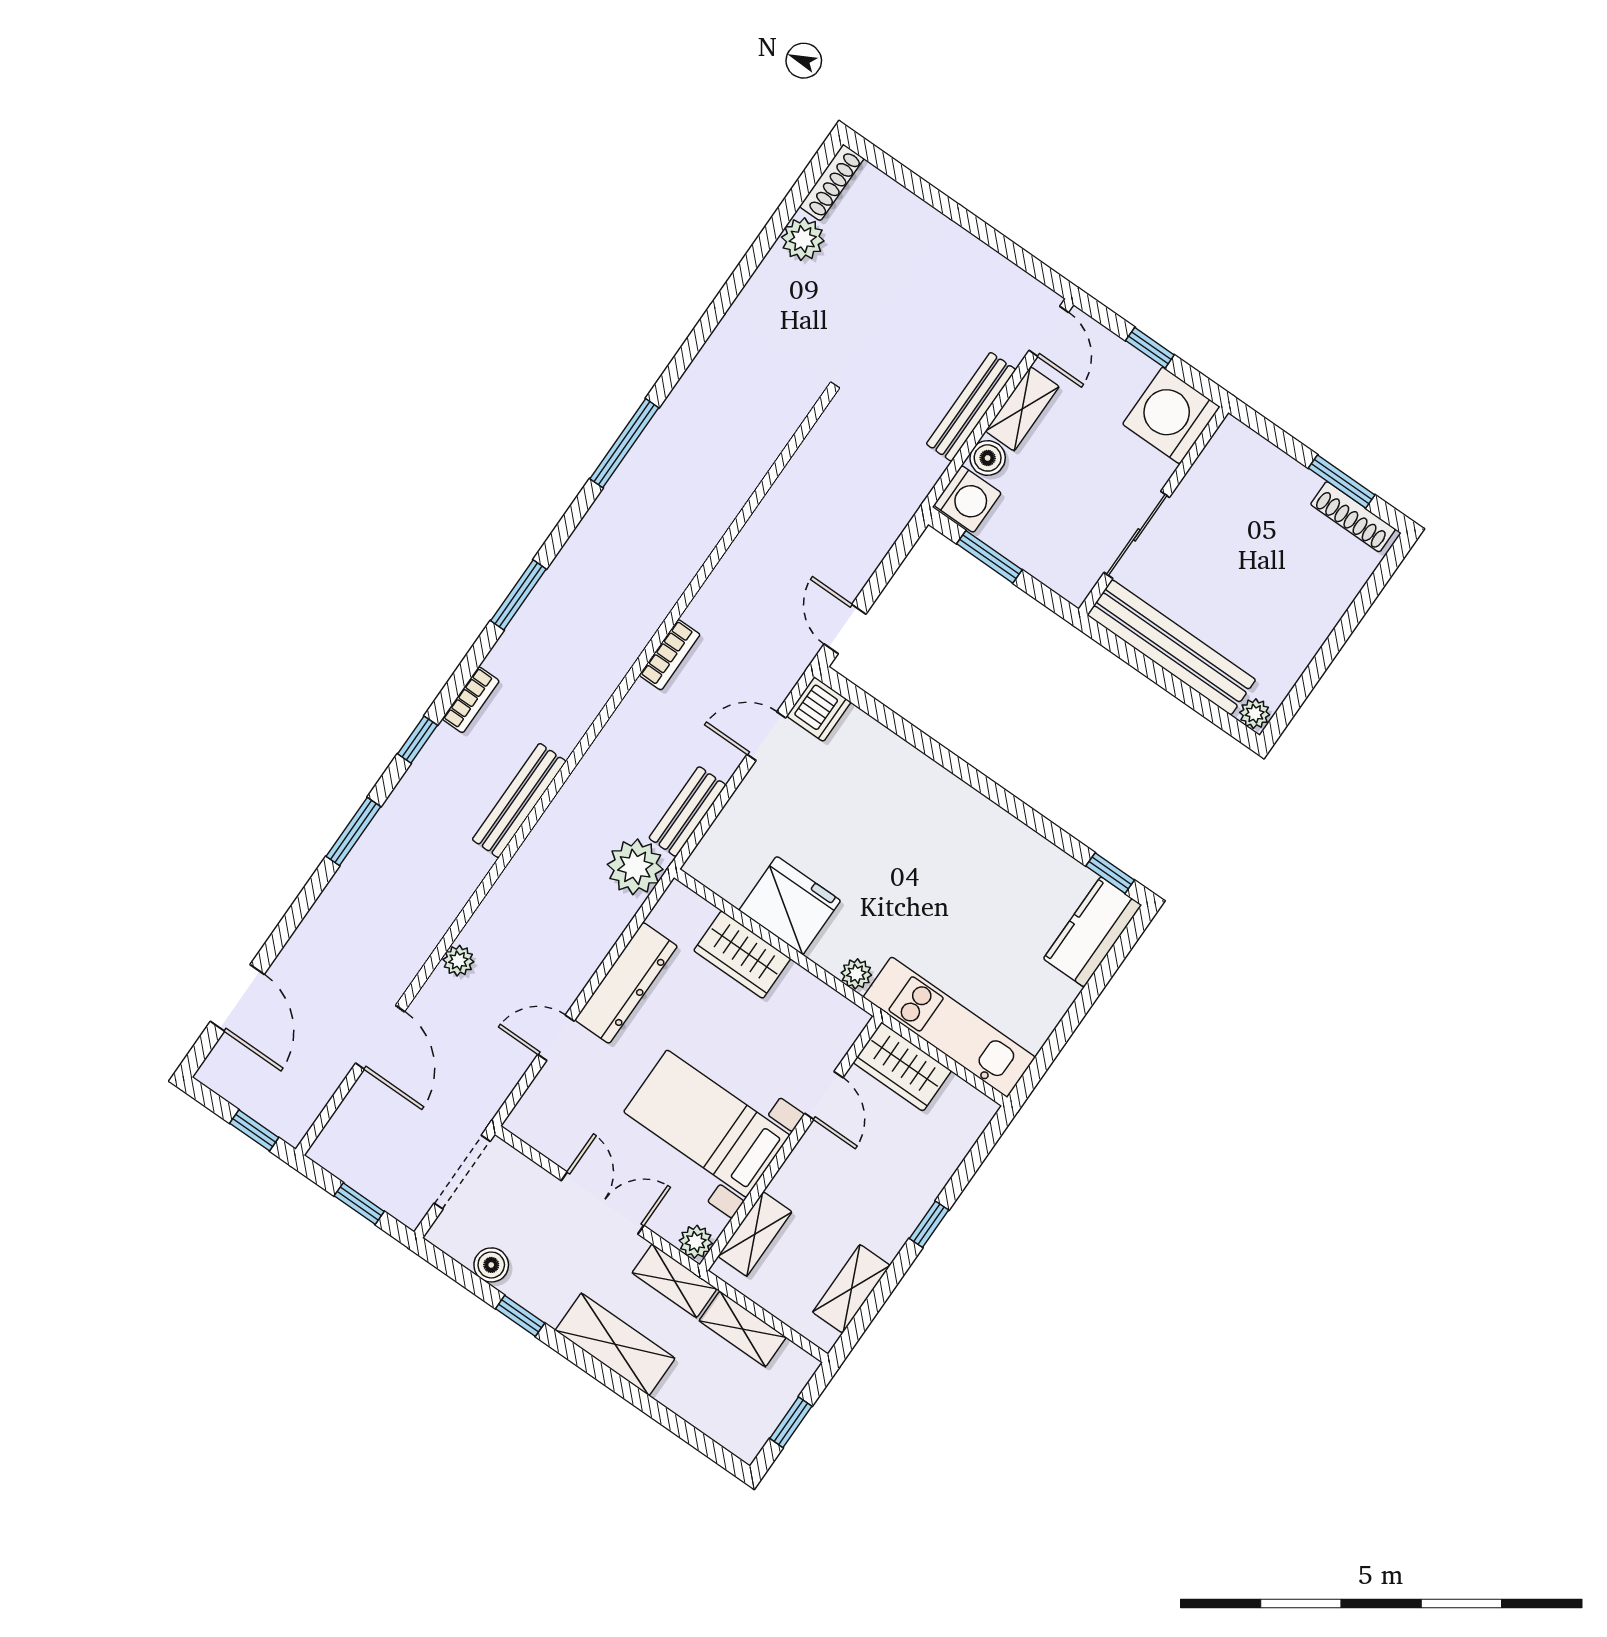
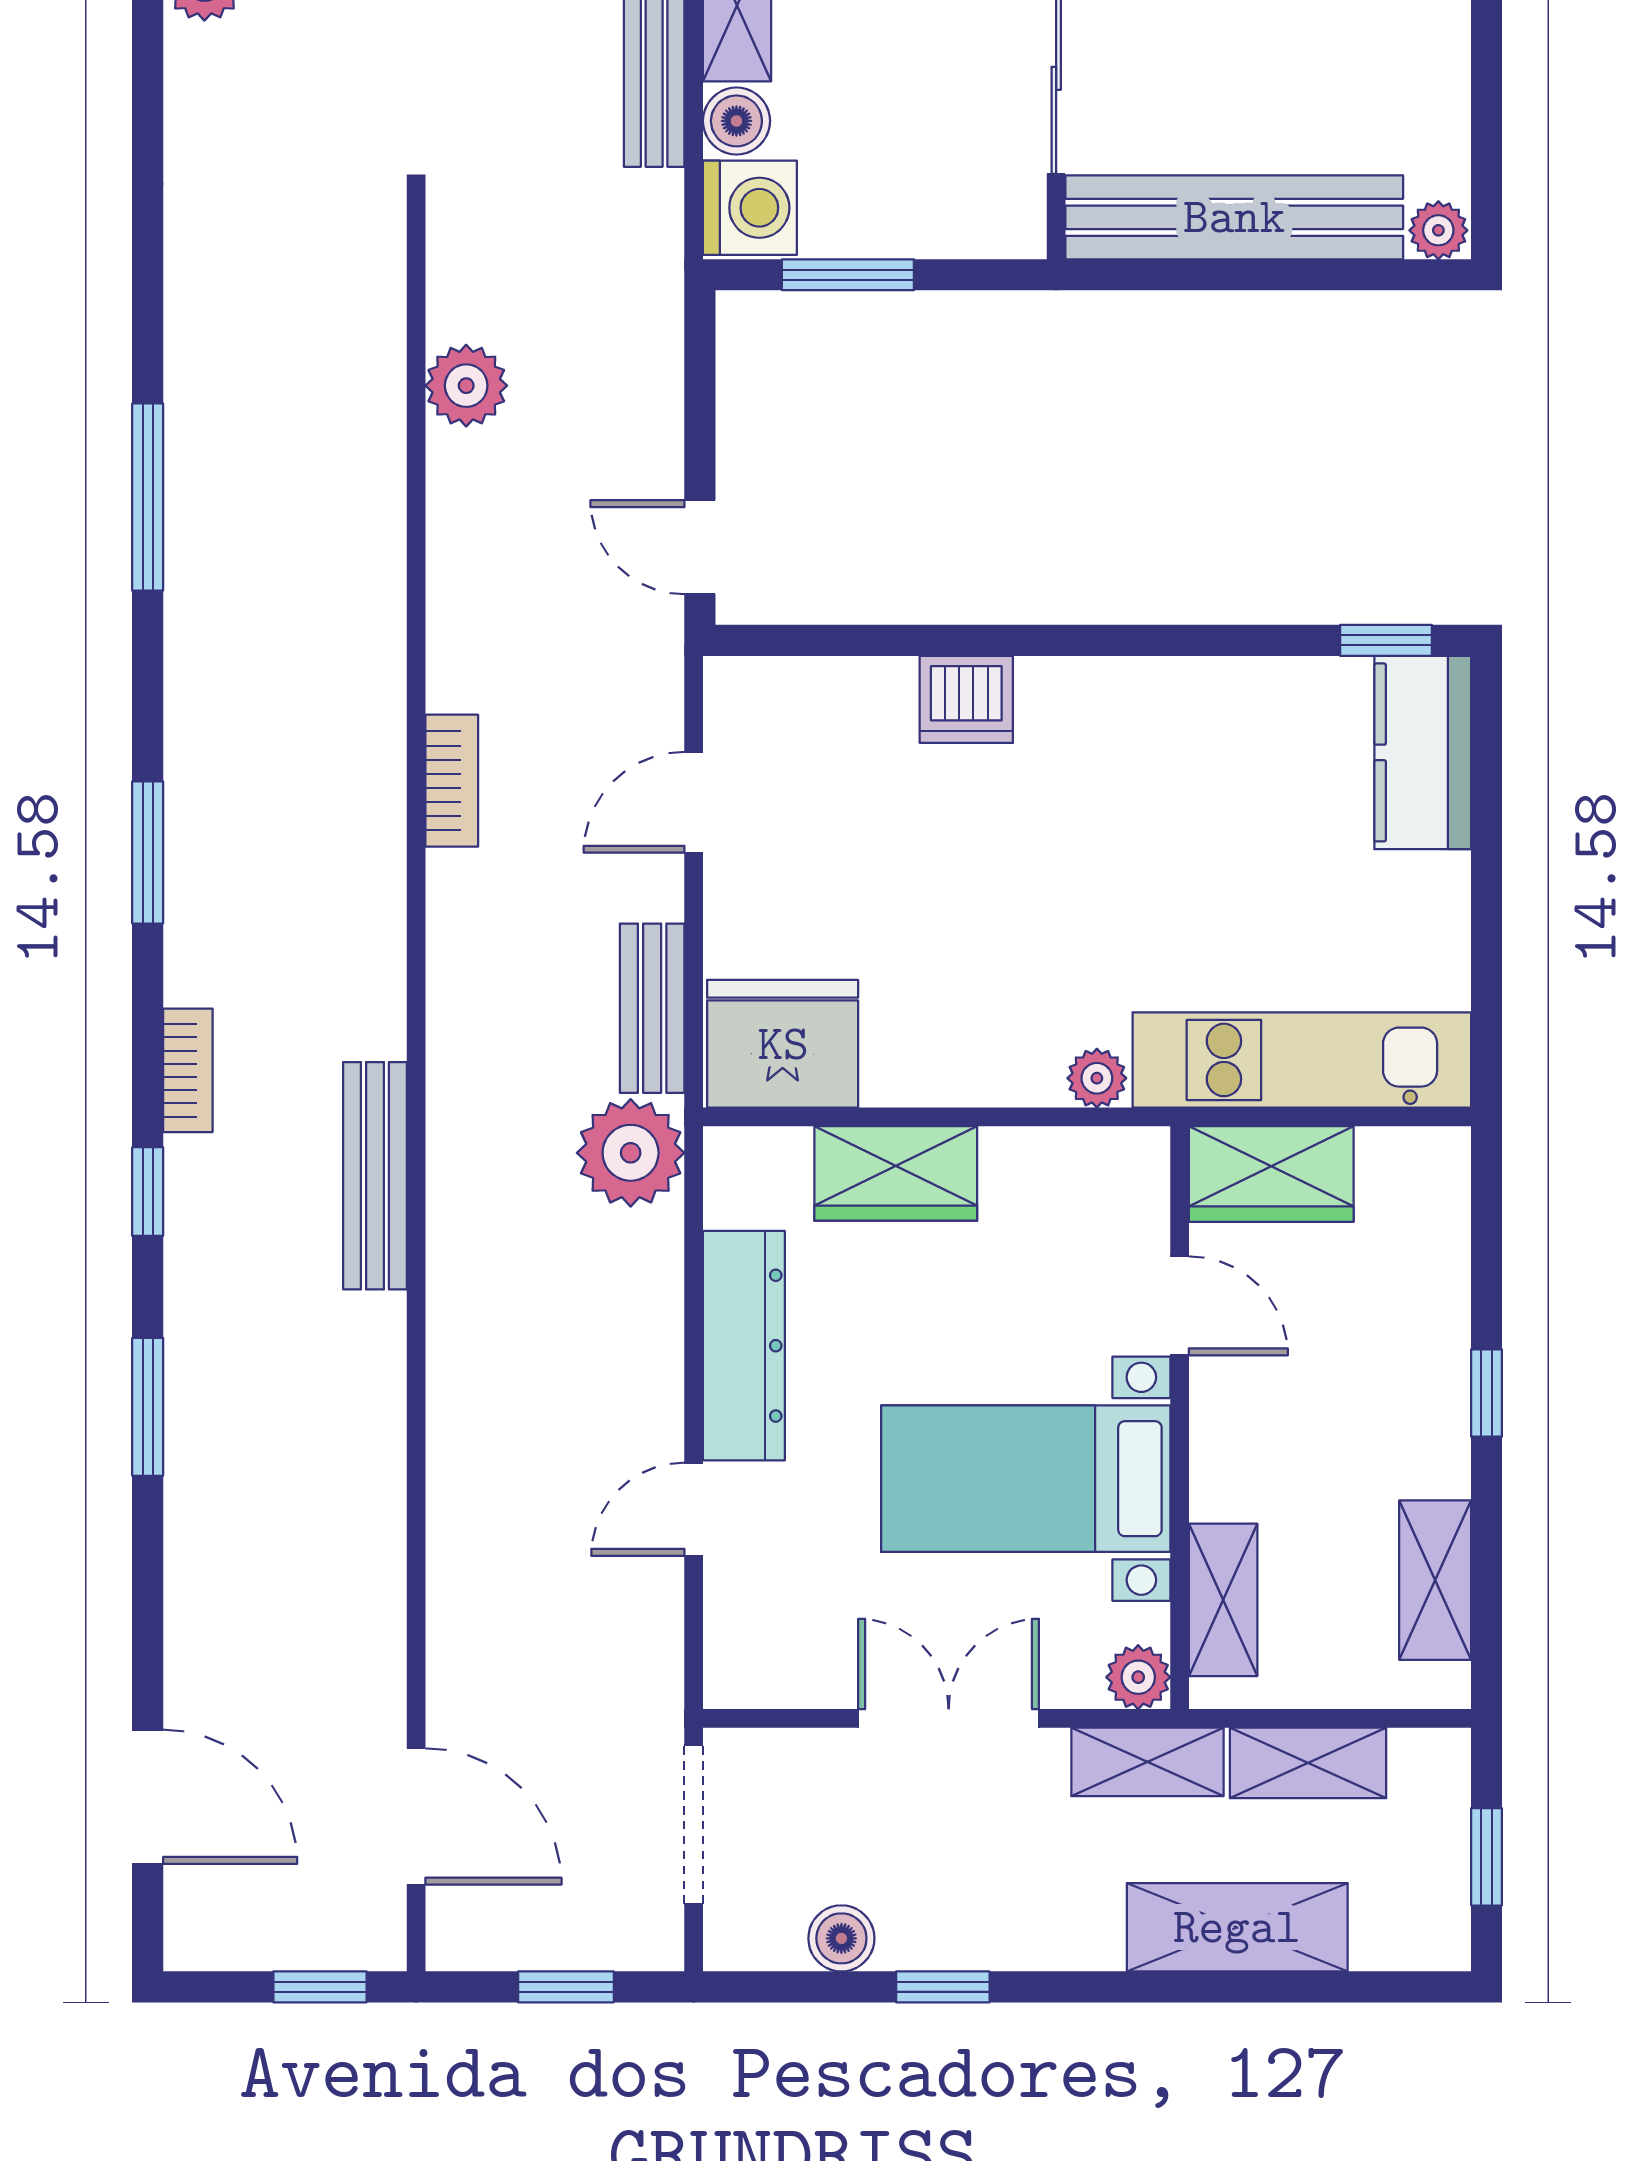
dishwasher: (819, 709) -> (966, 699), moved, turned 90
fridge: (790, 905) -> (783, 1044), moved
plant: (458, 961) -> (466, 386), moved, width x1.38, depth x1.38
door: (380, 1037) -> (416, 1816), moved
shelving: (615, 1344) -> (1237, 1927), moved

